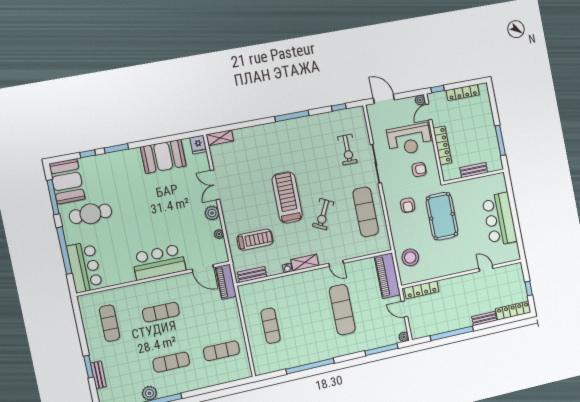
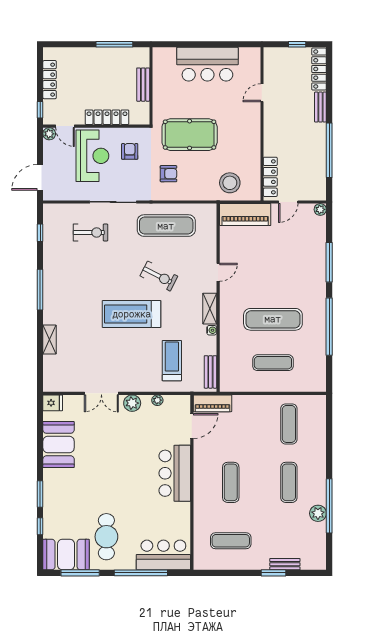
shelving: (220, 138) -> (50, 340), moved
exercise mat: (342, 310) -> (273, 319), moved
window: (381, 350) -> (329, 262), moved

